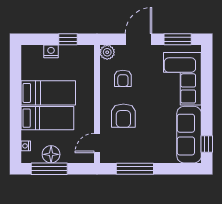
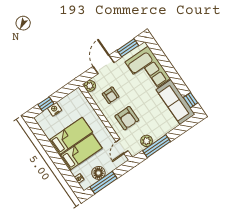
window: (68, 39) -> (46, 104), moved
plant: (128, 155) -> (147, 141), added

